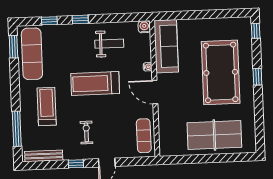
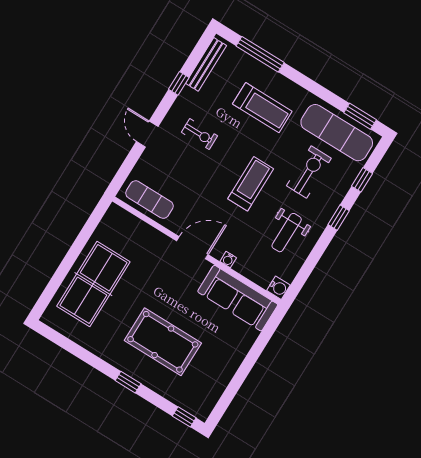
exercise bike: (66, 54) -> (309, 172), added
pool table: (221, 72) -> (163, 342), width x0.73, depth x0.76
treadmill: (95, 83) -> (251, 184), width x0.73, depth x0.73
window: (76, 164) -> (179, 83), moved

